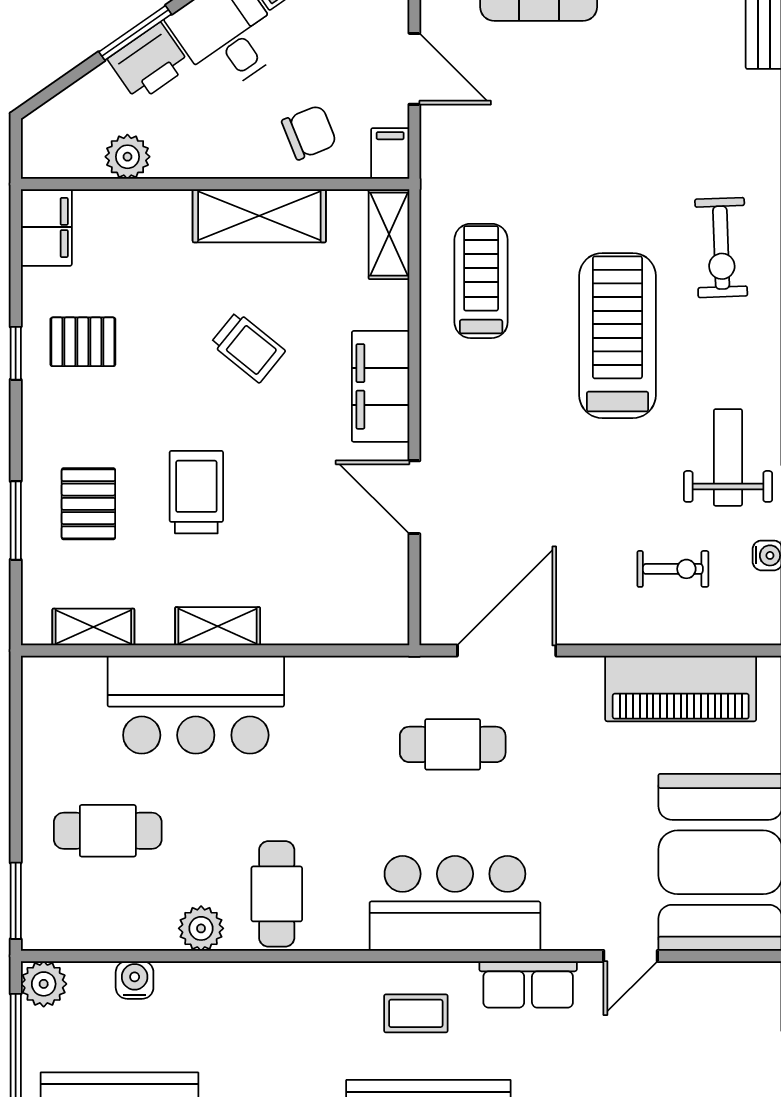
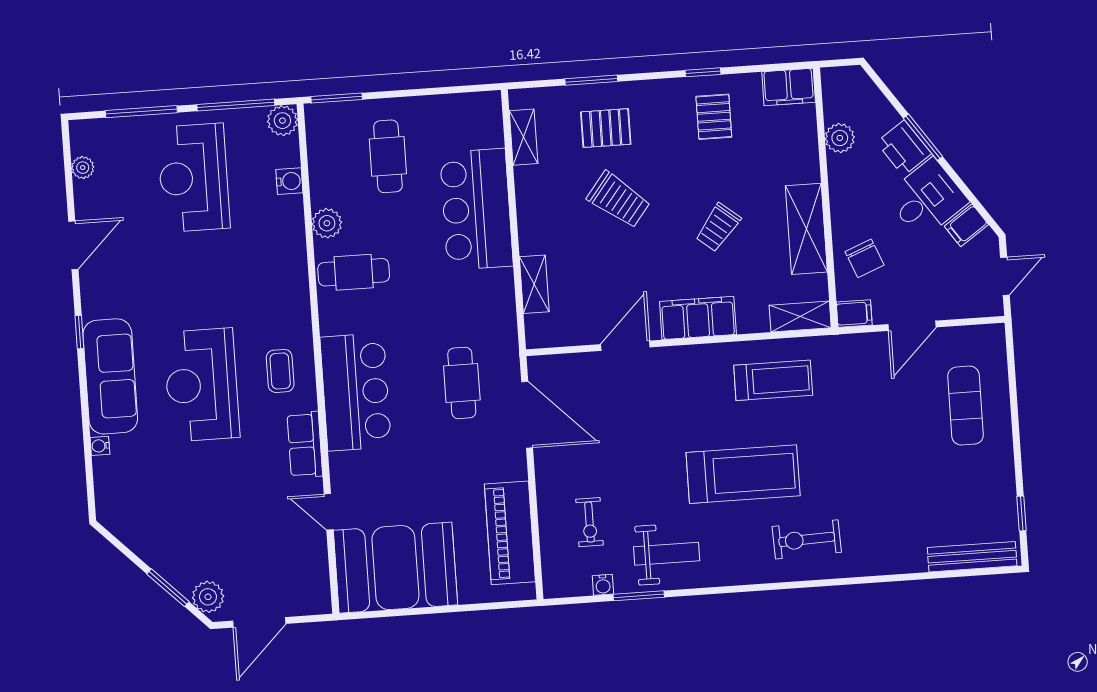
trolley: (196, 492) -> (619, 200), turned 38
shelving: (218, 626) -> (534, 284), moved

